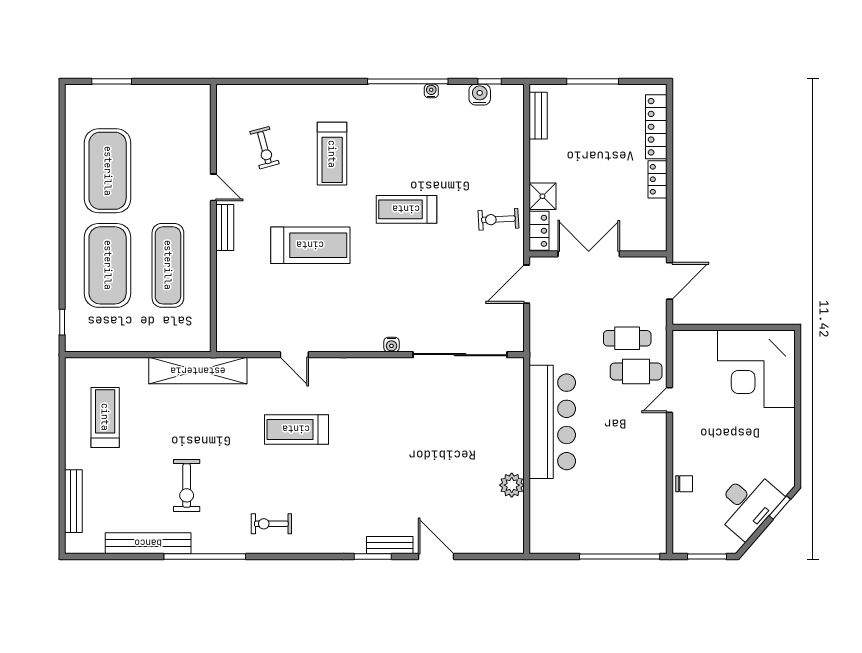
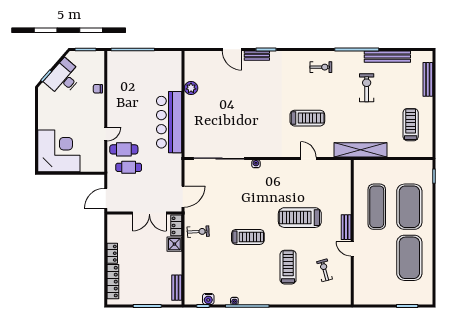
treadmill: (105, 417) -> (411, 125), turned 180

